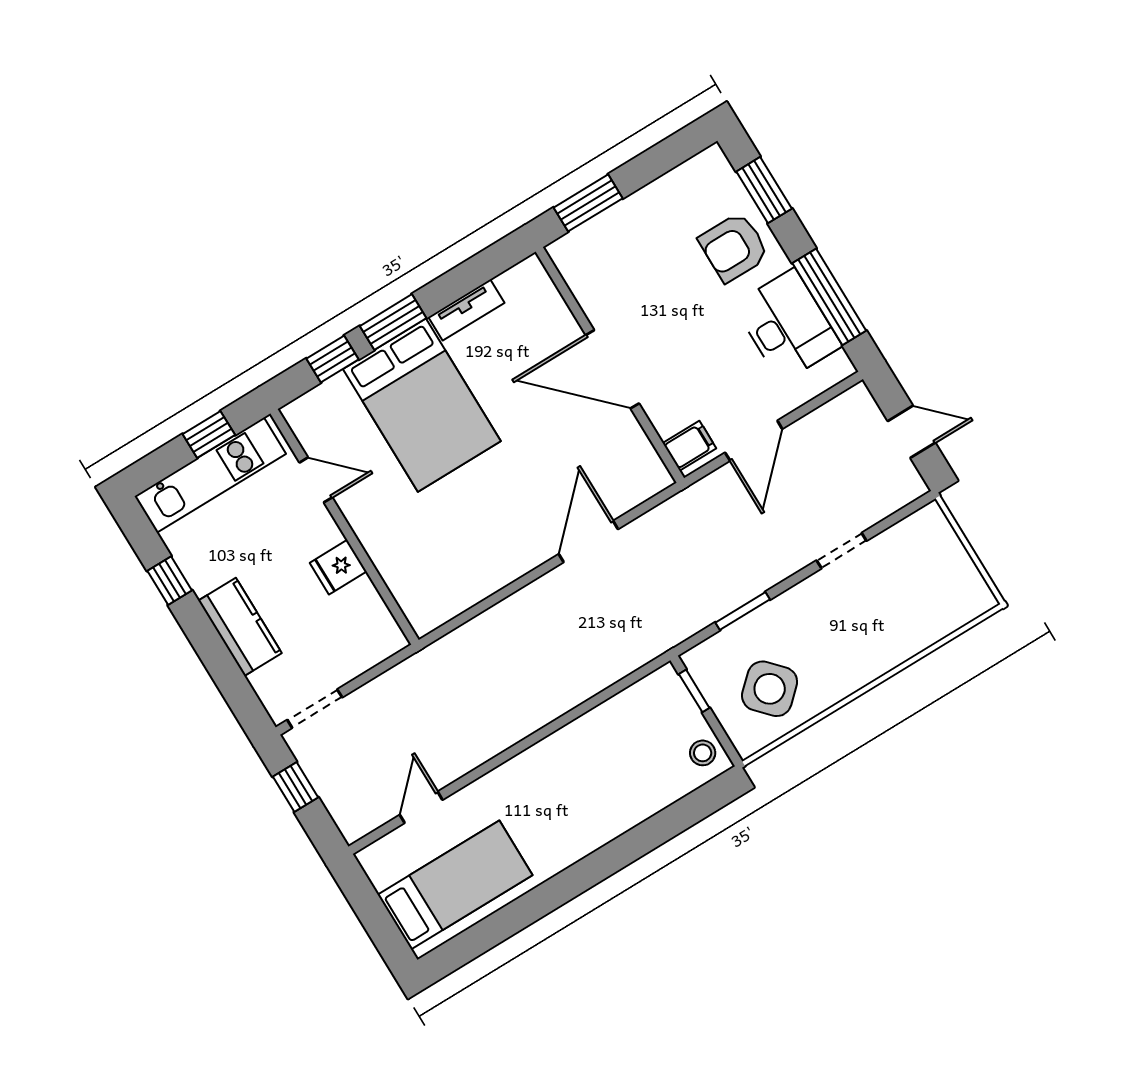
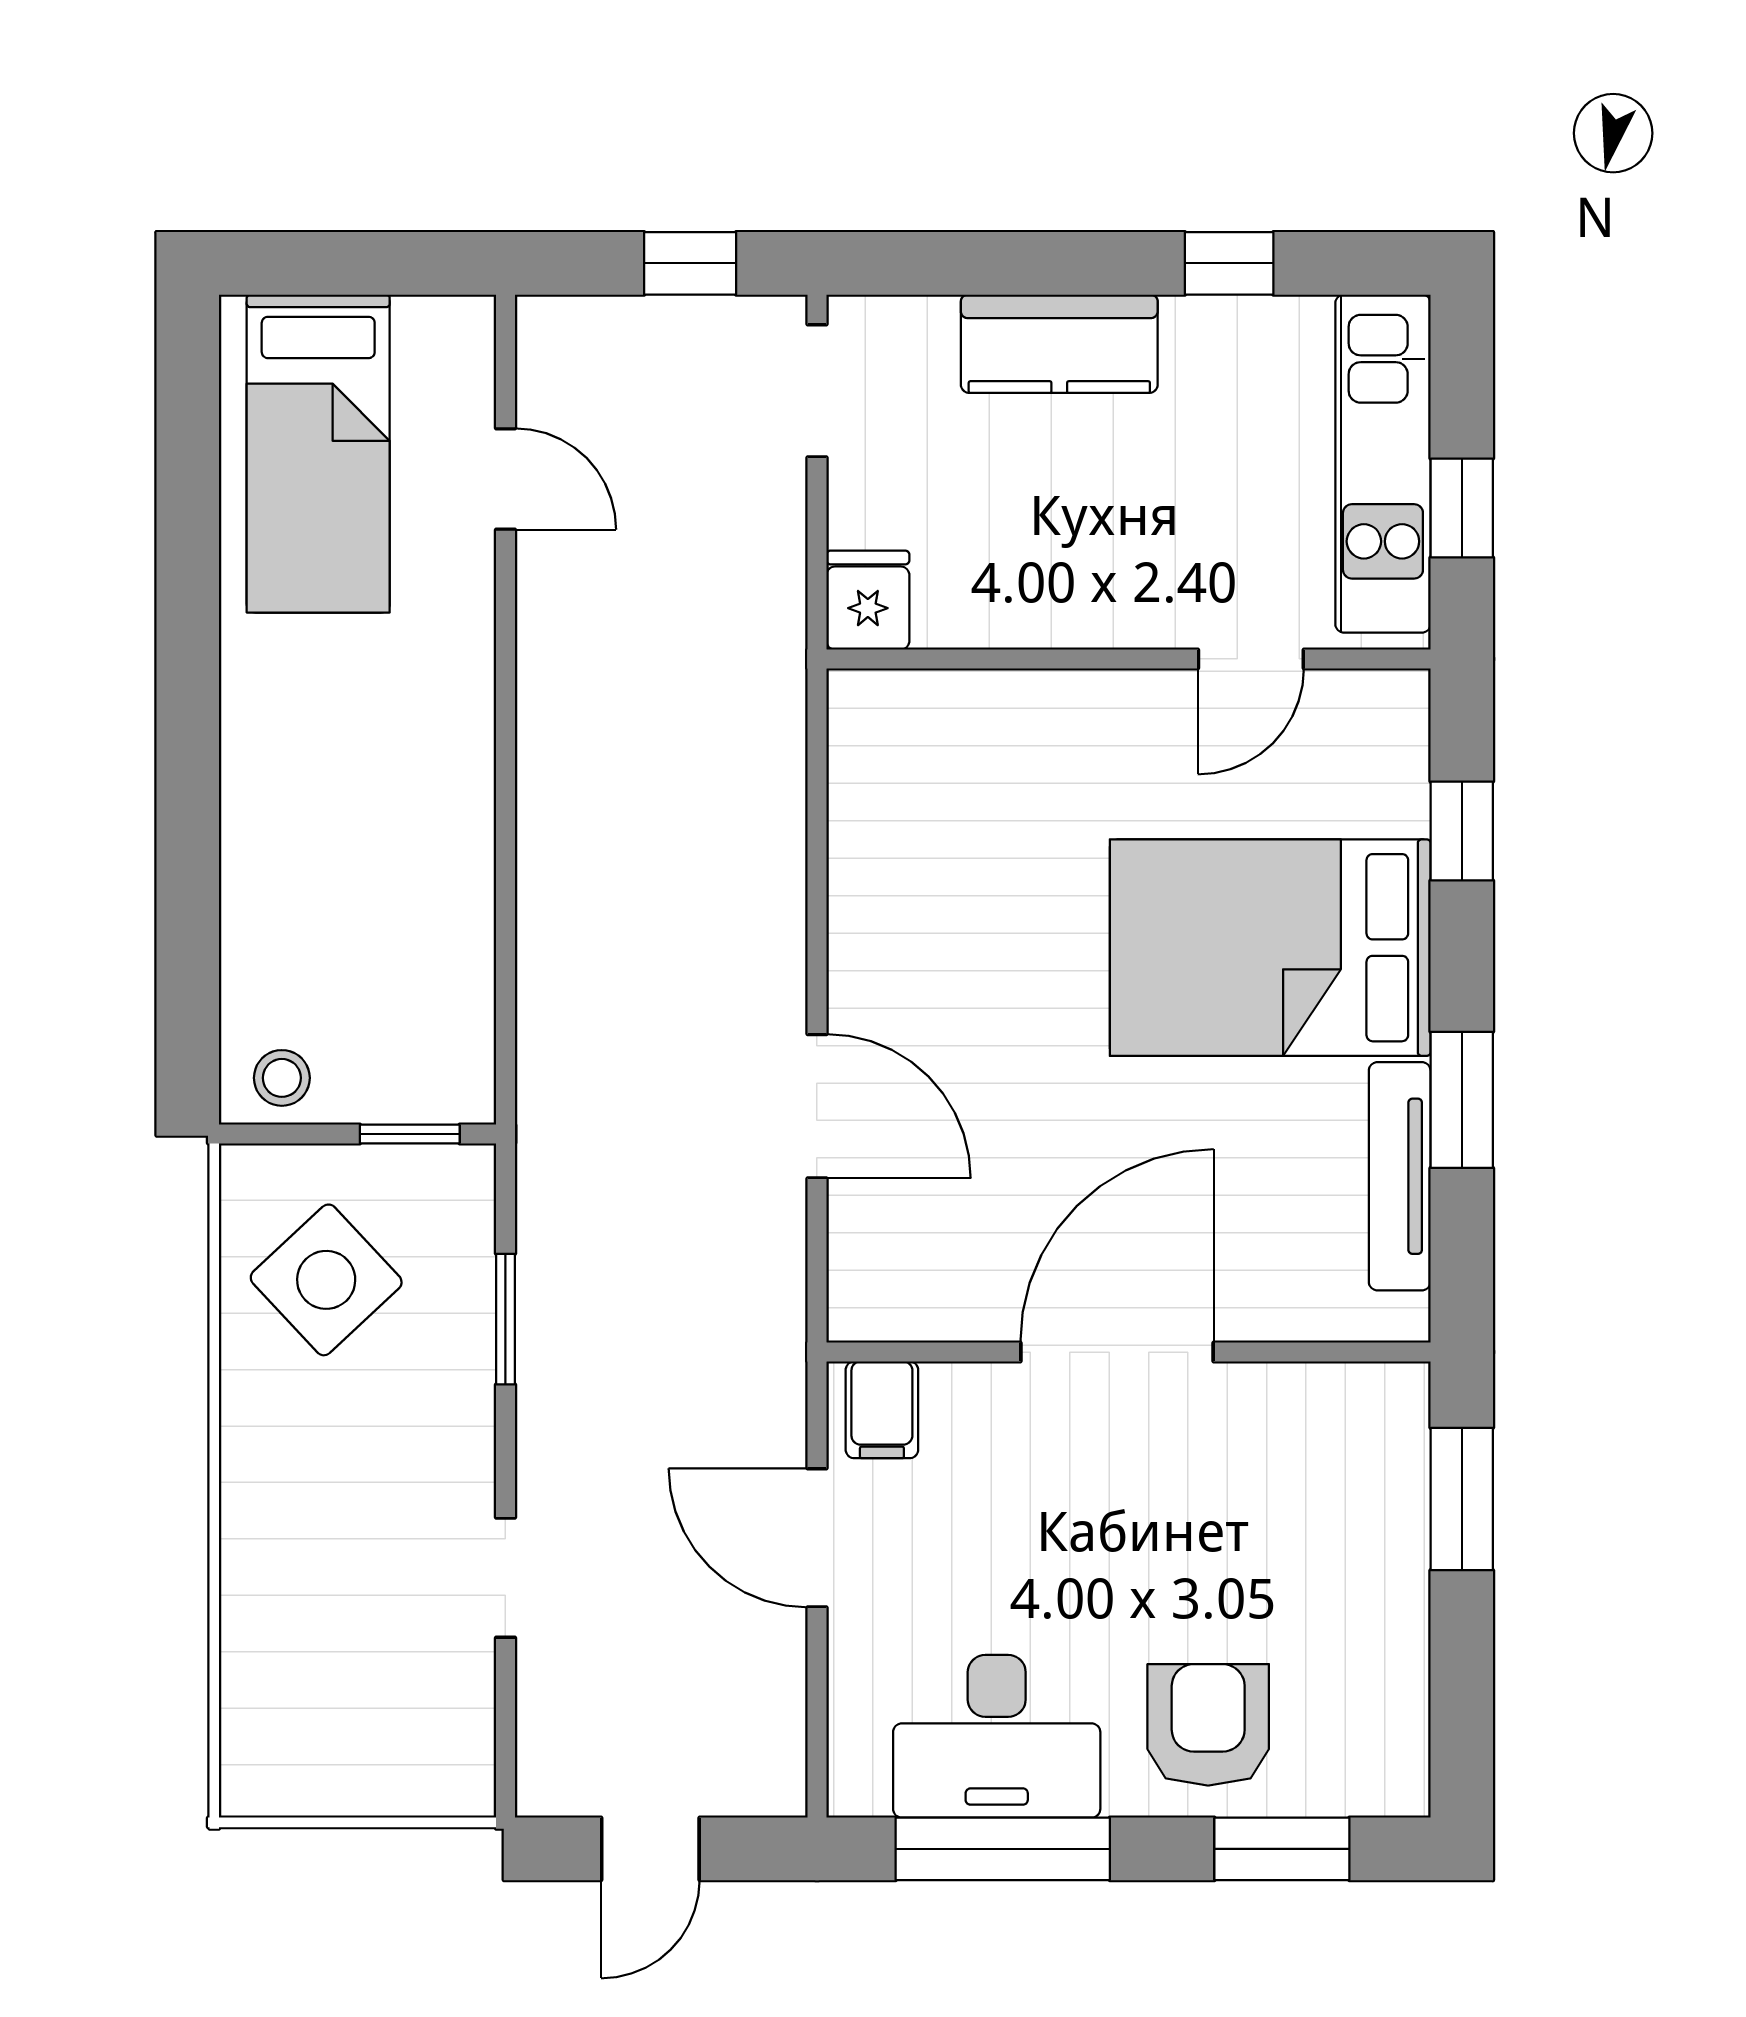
tv unit: (466, 310) -> (1400, 1176), width x1.41
window: (393, 322) -> (1462, 1100), moved
fridge: (338, 567) -> (868, 600), moved

